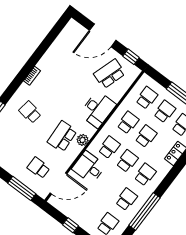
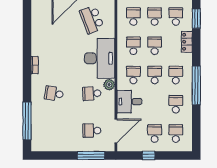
school desk: (110, 74) -> (92, 20), turned -39
desk: (98, 109) -> (100, 58), width x1.36, depth x1.30
school desk: (62, 136) -> (92, 94), width x0.54
school desk: (90, 210) -> (155, 133), added
window: (144, 212) -> (196, 85), moved

